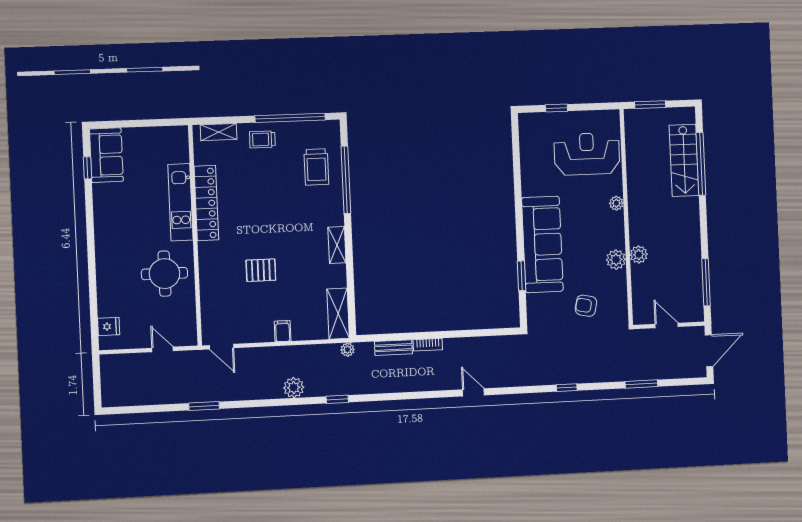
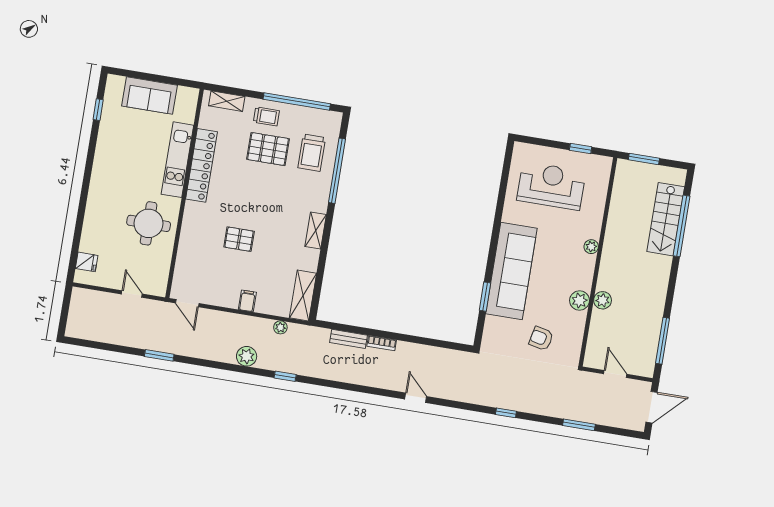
window: (556, 108) -> (581, 148), moved
trolley: (262, 139) -> (266, 116), turned 180
reception desk: (587, 154) -> (551, 186), moved
sofa: (106, 155) -> (150, 96), moved, turned 90
pallet: (271, 172) -> (268, 149), added
plant: (347, 350) -> (280, 327), moved

